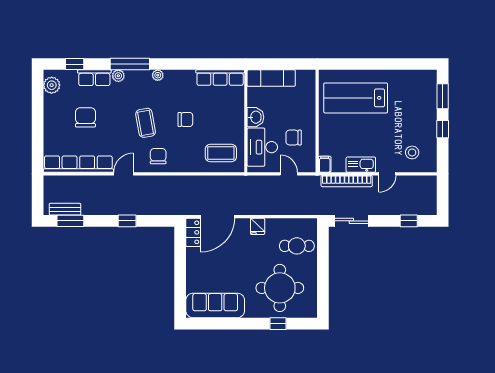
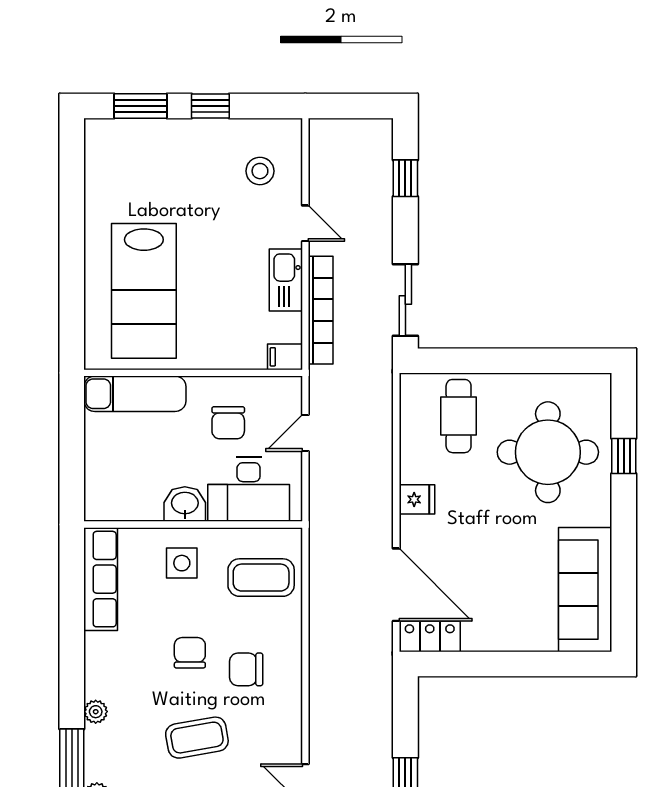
exam couch: (271, 78) -> (135, 394), moved, turned 90
side table: (228, 116) -> (182, 563), added
coffee table: (221, 153) -> (261, 578), turned 90
chair: (158, 156) -> (246, 669), moved

